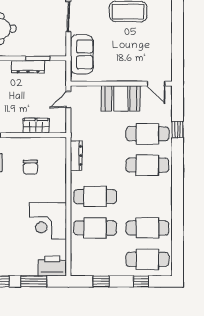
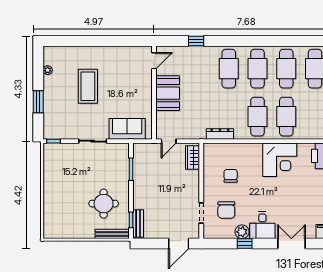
dresser: (28, 67) -> (139, 178), removed
door: (68, 100) -> (169, 141), hinge flipped
wardrobe: (36, 126) -> (193, 158), moved
cafe table: (147, 134) -> (257, 69), moved
chair: (30, 167) -> (231, 176), turned -90

